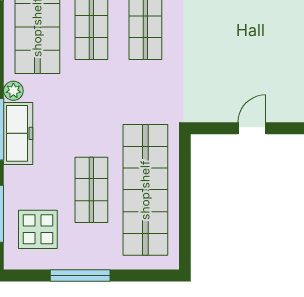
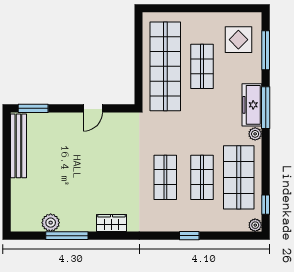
window: (80, 275) -> (210, 8), removed

